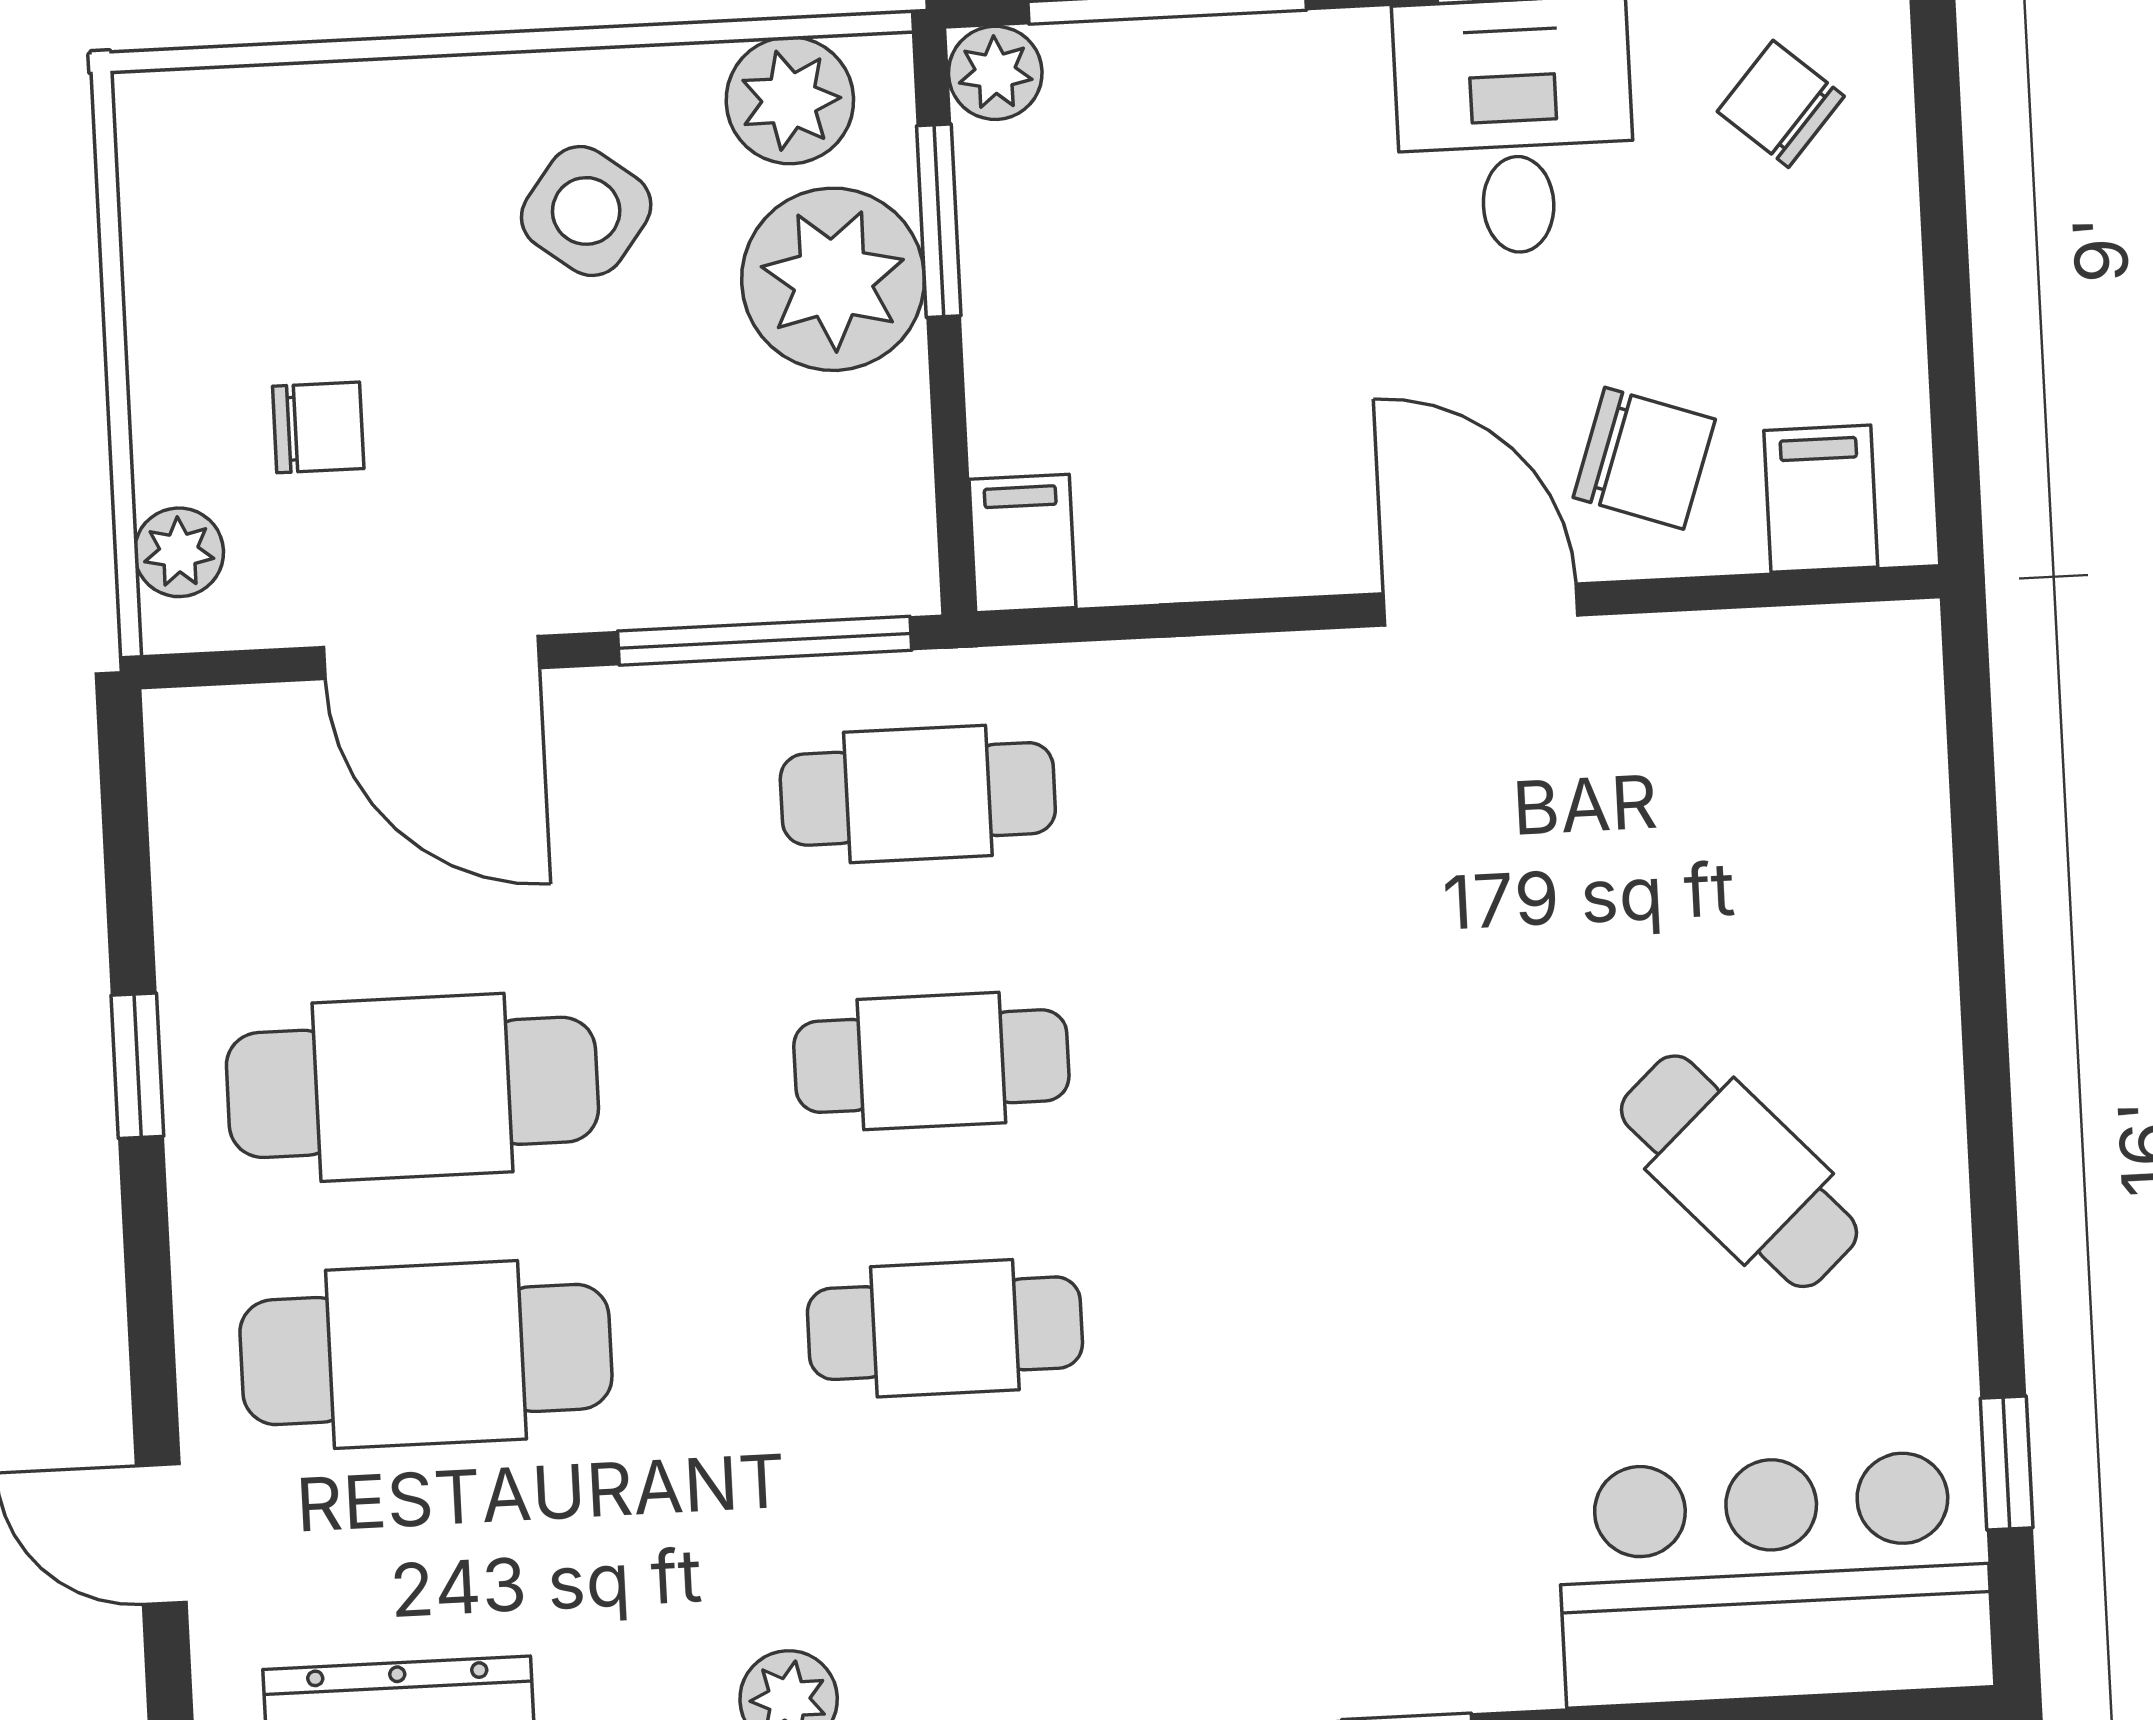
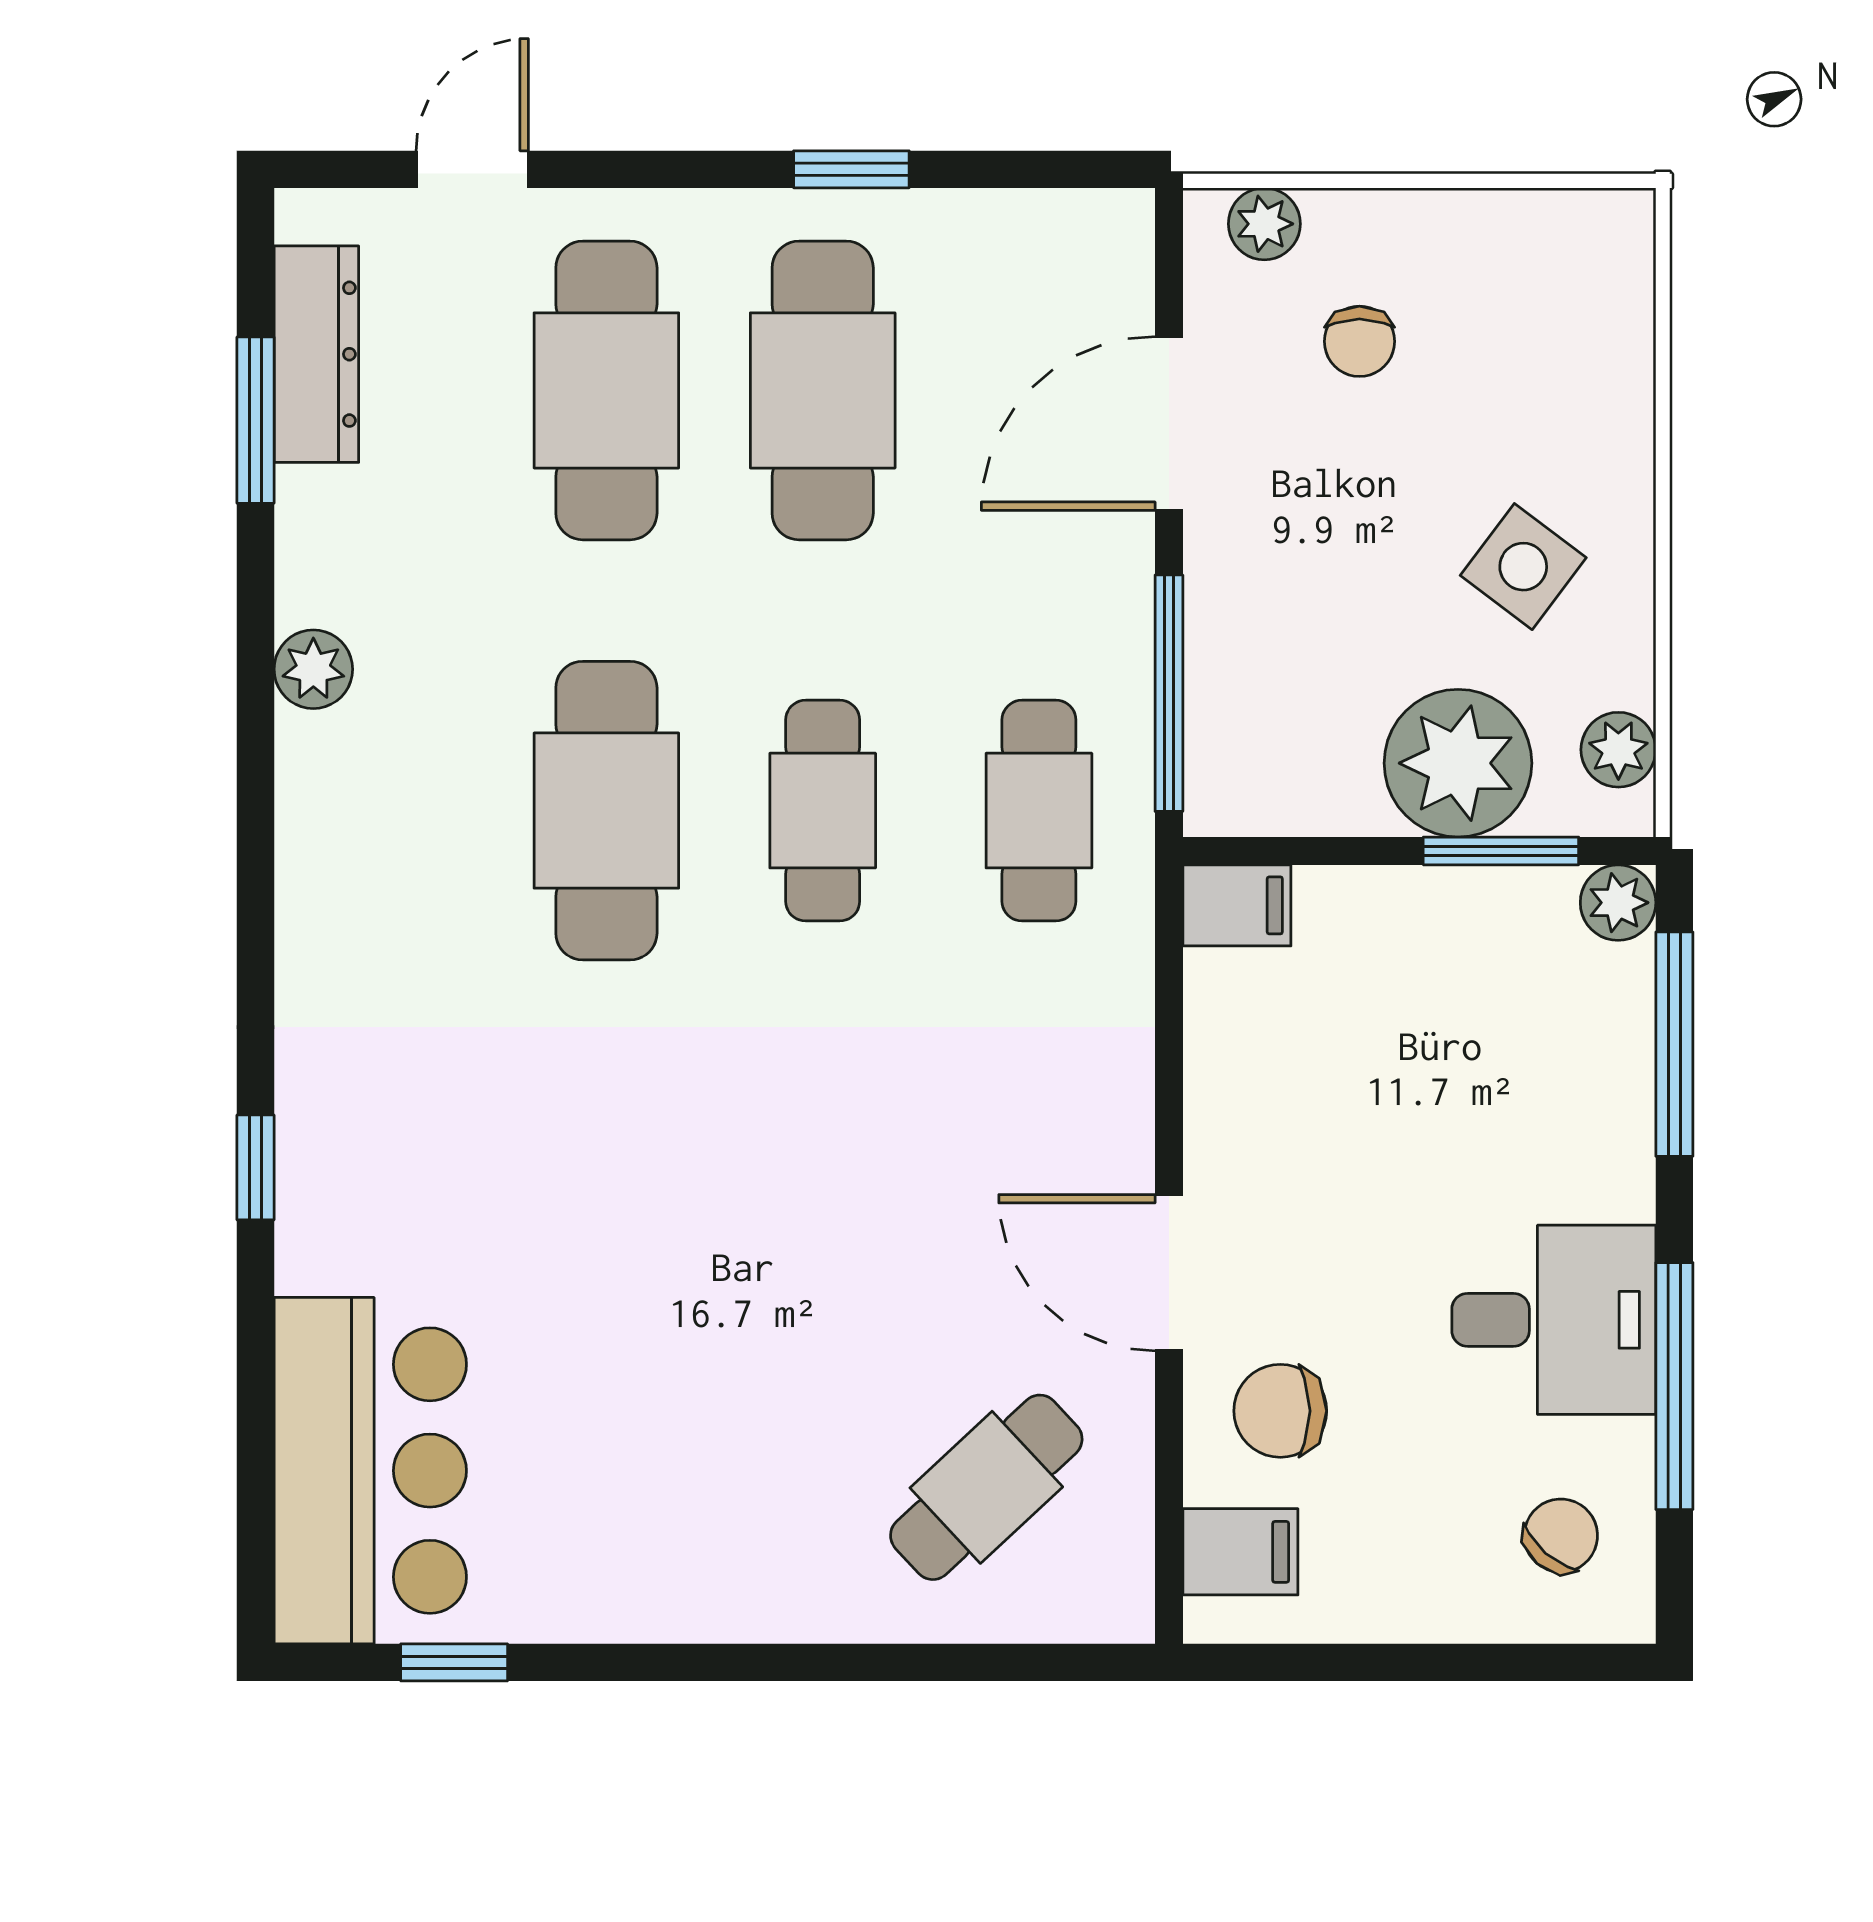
plant: (790, 100) -> (1618, 750), width x0.73, depth x0.73
chair: (1644, 458) -> (1280, 1411), turned 71
door: (1480, 604) -> (1169, 1273), swing flipped
cafe table: (1739, 1171) -> (986, 1487), moved
cafe table: (945, 1328) -> (606, 811), width x1.37, depth x1.35

